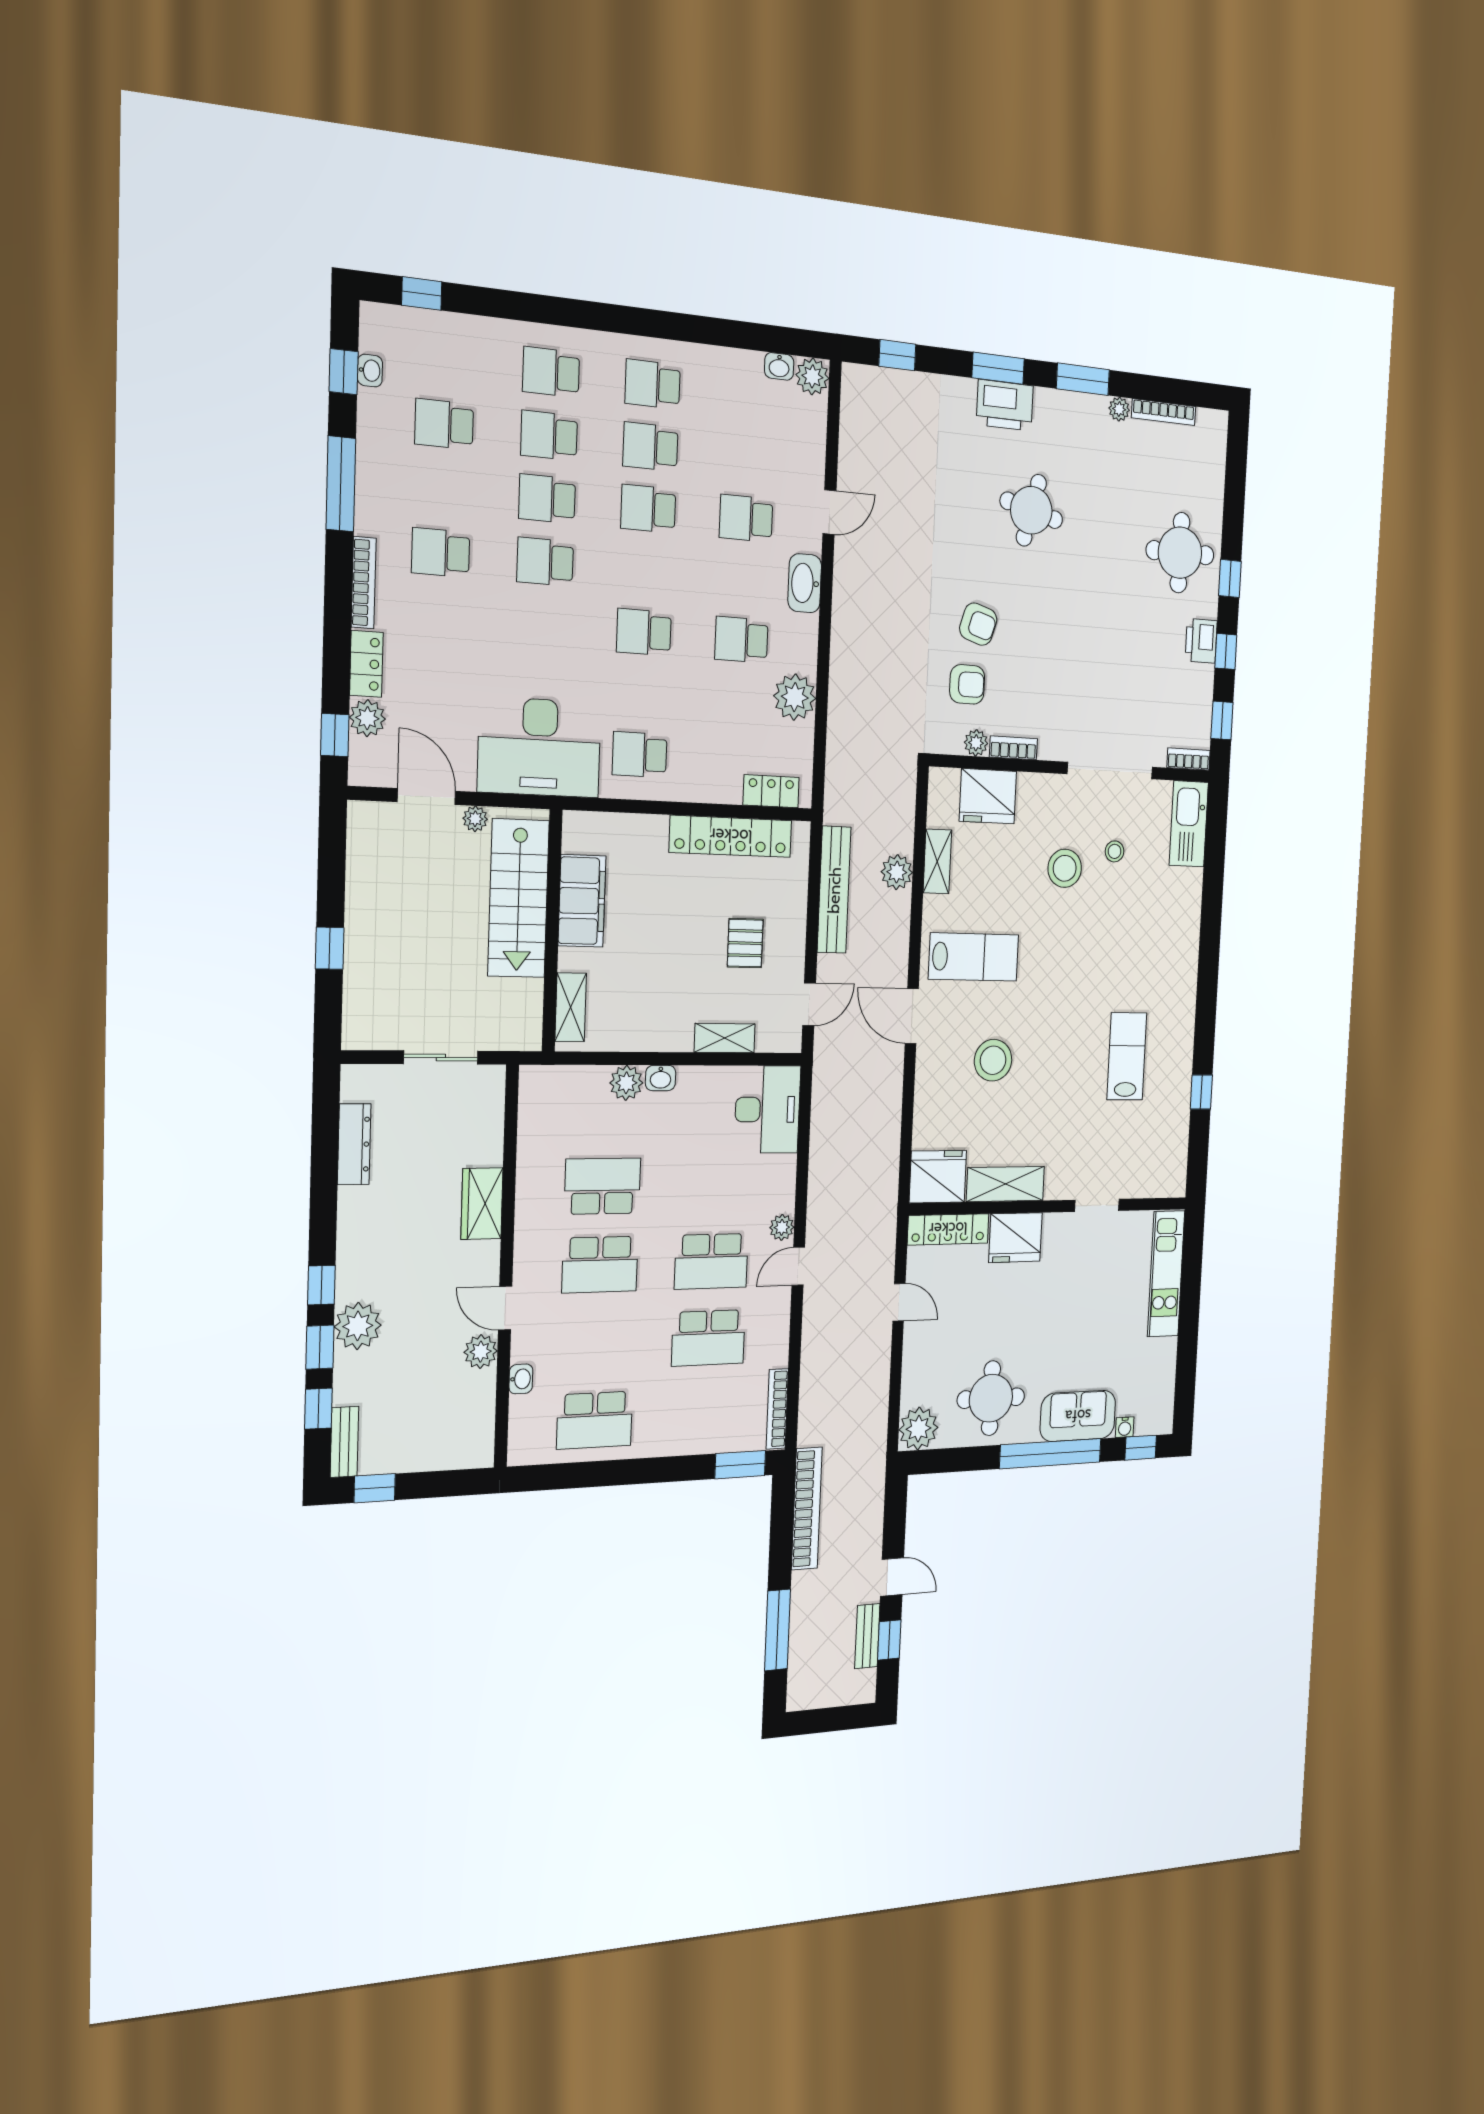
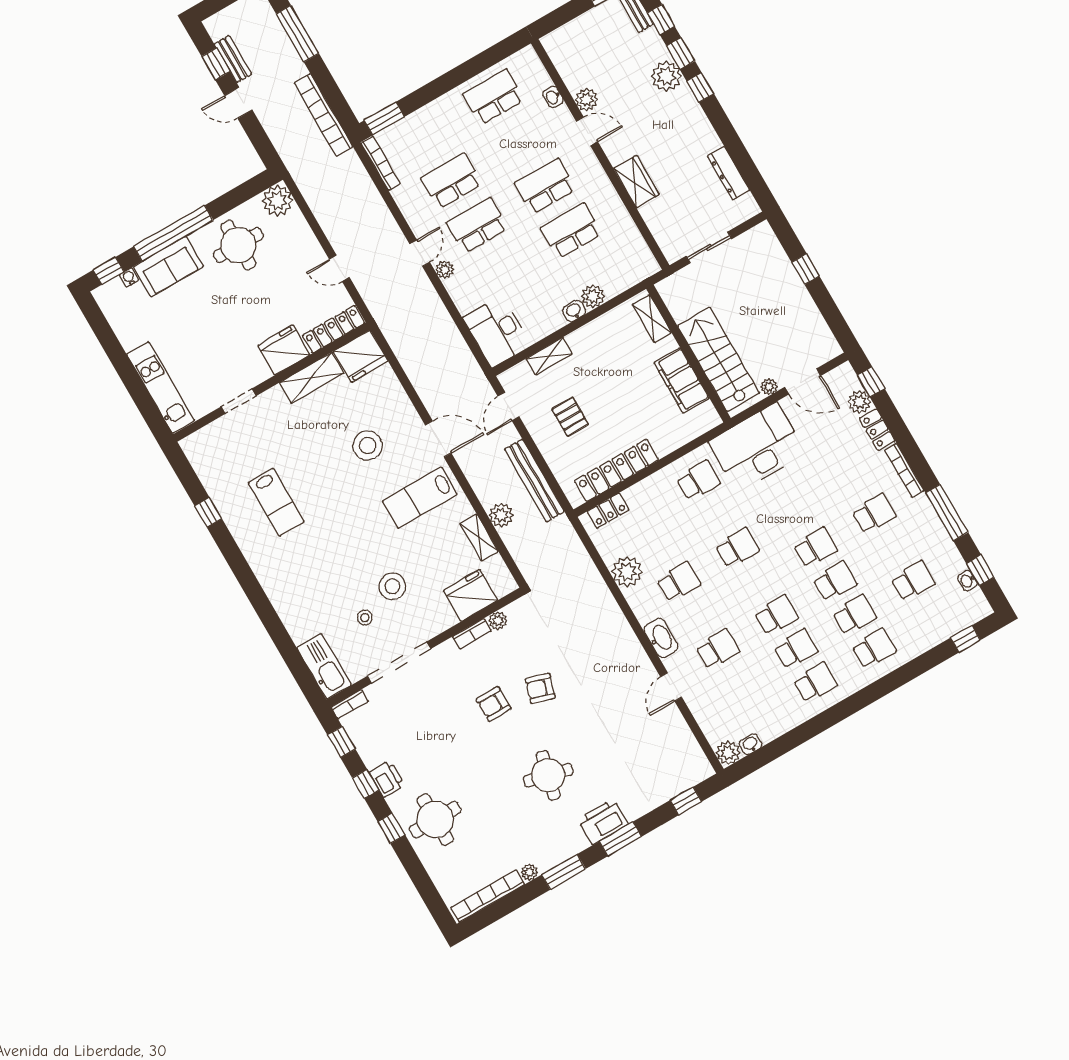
bookcase: (1164, 412) -> (488, 896), width x1.48, depth x1.31
armchair: (967, 684) -> (494, 704), moved
school desk: (603, 1186) -> (571, 231), turned 180

